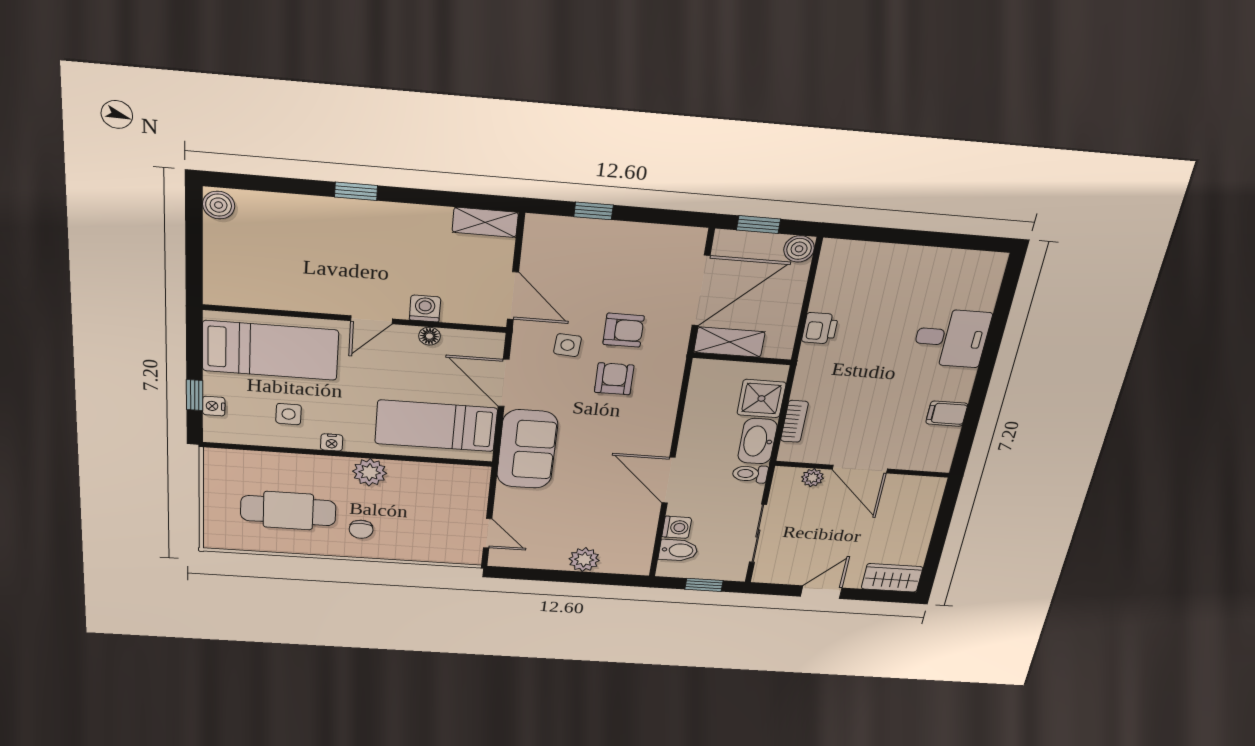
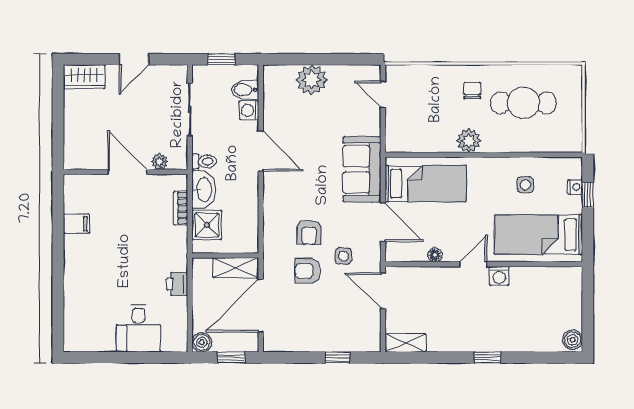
washing machine: (425, 308) -> (499, 276), moved
desk: (951, 338) -> (138, 328), moved, turned -90
nightstand: (332, 442) -> (496, 164), removed
plant: (584, 560) -> (312, 80), width x1.36, depth x1.36

